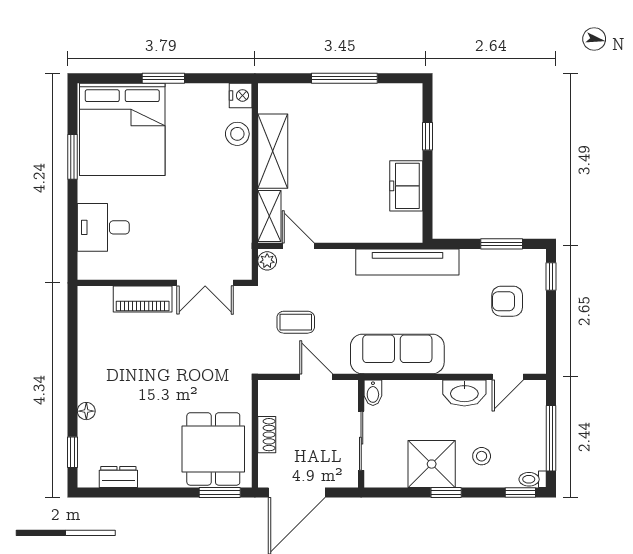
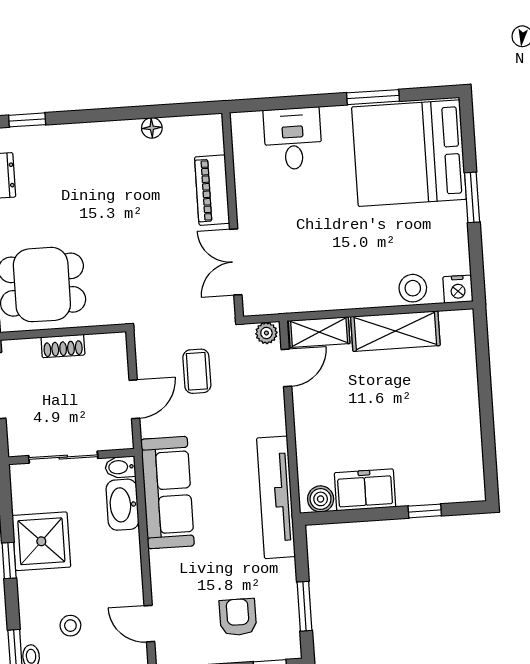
window: (344, 78) -> (486, 409), removed
boiler: (411, 224) -> (321, 499), added
washbasin: (464, 393) -> (123, 505), moved
floor lamp: (86, 411) -> (152, 128), moved
stool: (482, 456) -> (70, 626), moved

